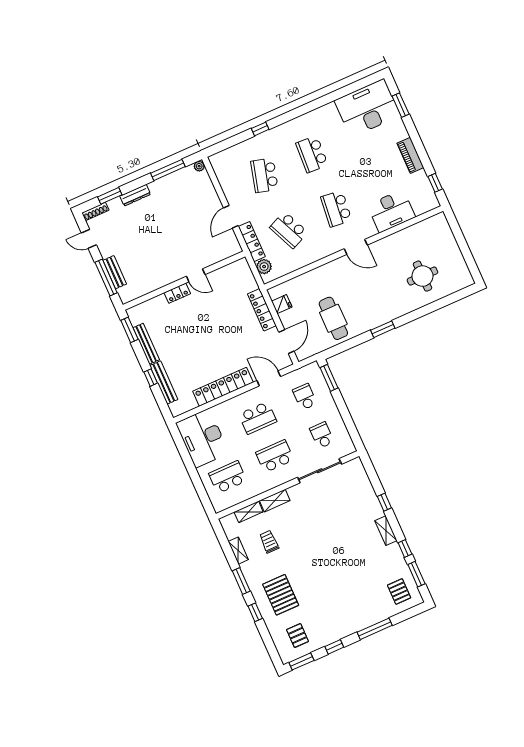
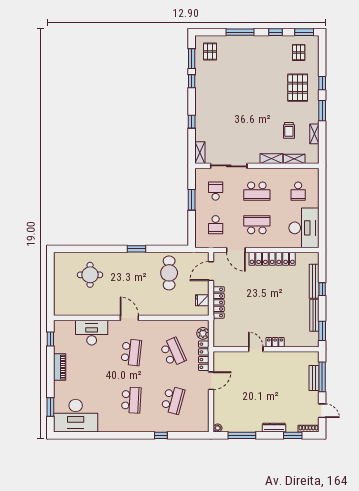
window: (329, 378) -> (192, 200), moved
school desk: (322, 435) -> (216, 191), turned 180
school desk: (228, 477) -> (298, 191), width x0.54
shelving: (386, 531) -> (200, 153), moved

